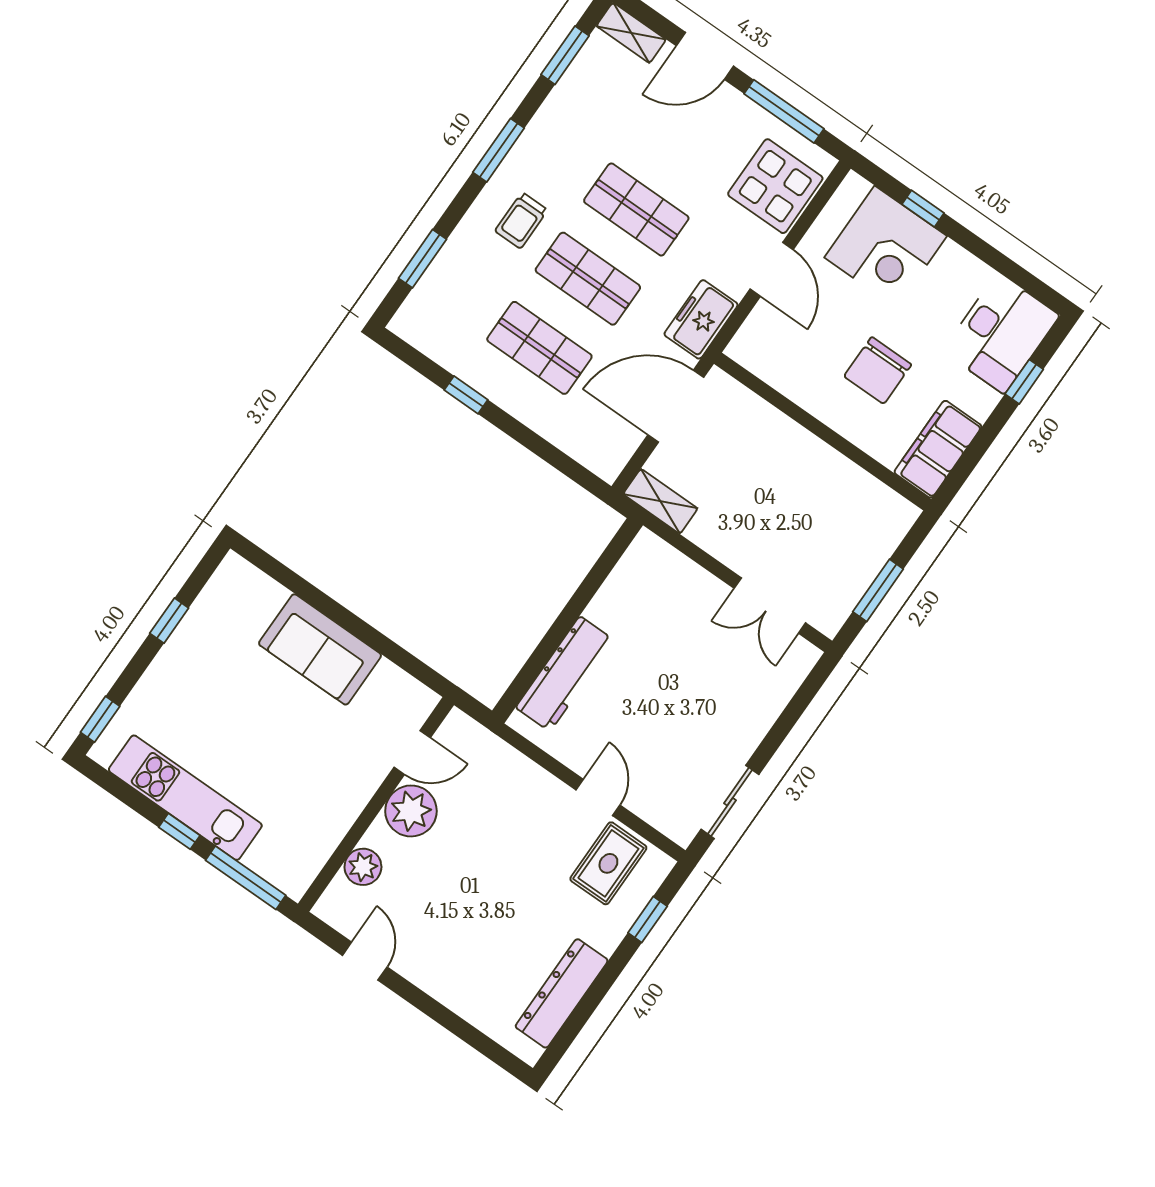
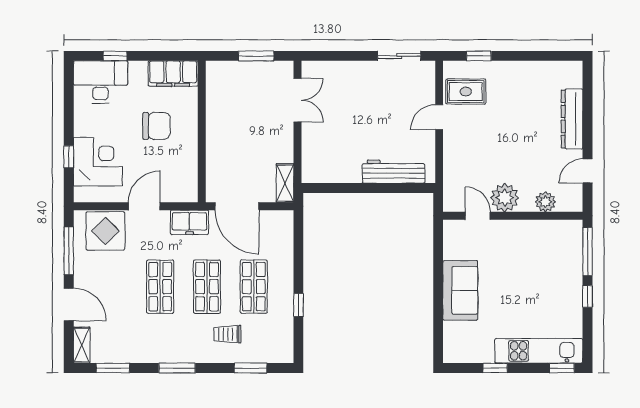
trolley: (521, 220) -> (227, 334), moved, turned 180
kitchen unit: (185, 798) -> (539, 351), moved, turned 90
dresser: (562, 993) -> (572, 119), moved, turned 90

